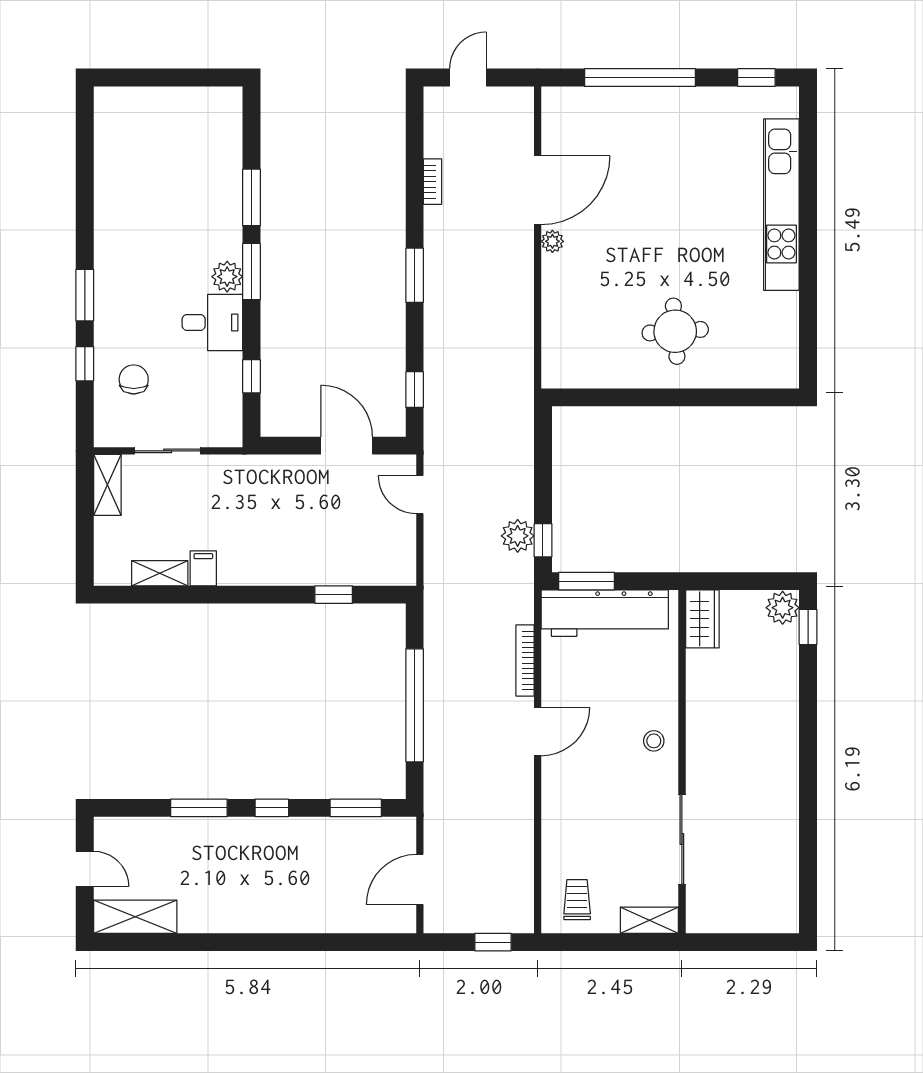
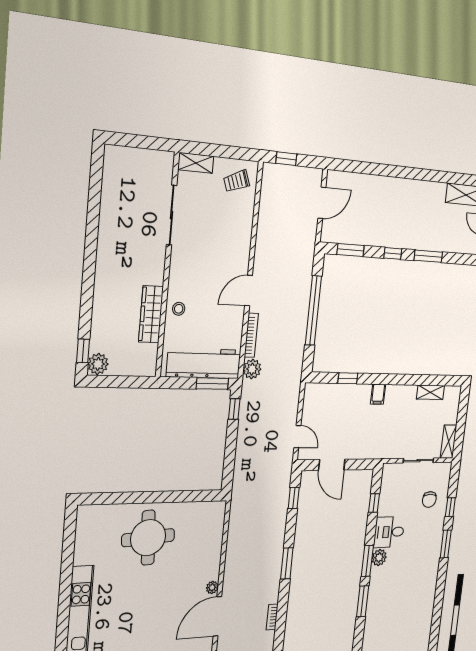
round table: (675, 331) -> (148, 538), width x1.36, depth x1.36
plant: (518, 536) -> (252, 369), moved
filing cabinet: (203, 568) -> (378, 394), moved
wardrobe: (702, 619) -> (151, 314), moved, width x1.50
stool: (654, 741) -> (179, 309), moved
trolley: (577, 900) -> (237, 181), turned 69

